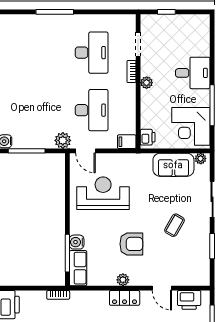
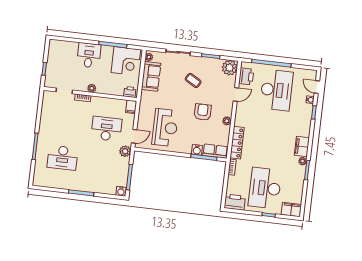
desk: (92, 53) -> (62, 158), moved, turned 180
reception desk: (103, 193) -> (165, 128), turned 180
plant: (199, 275) -> (230, 68), added
locker: (125, 298) -> (237, 143), moved, width x1.53

